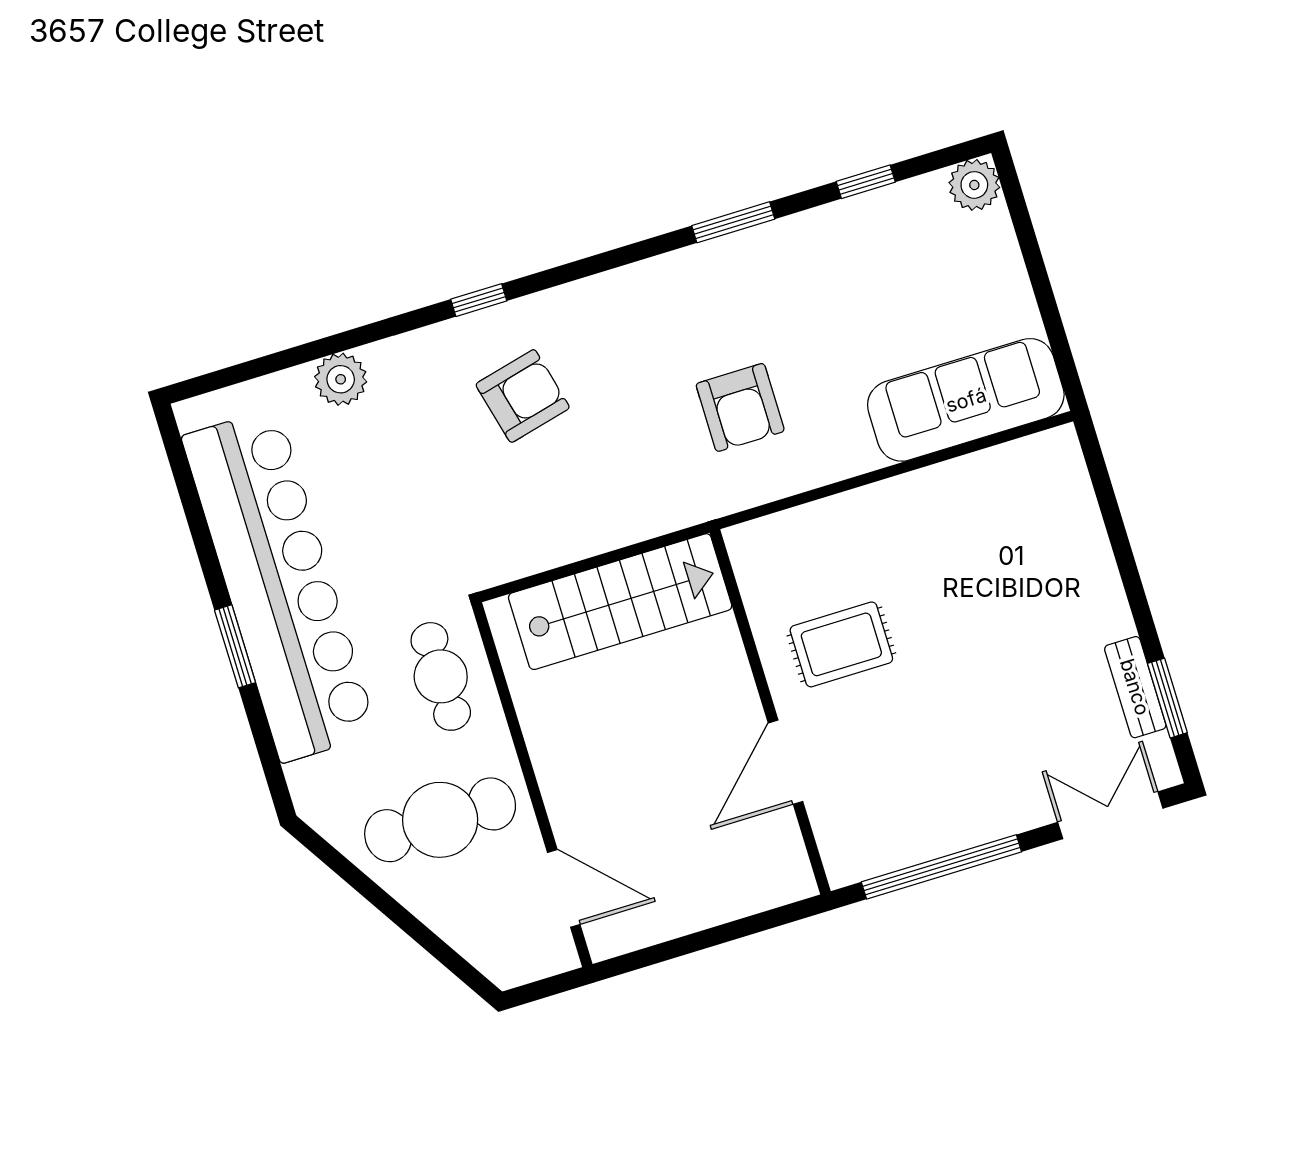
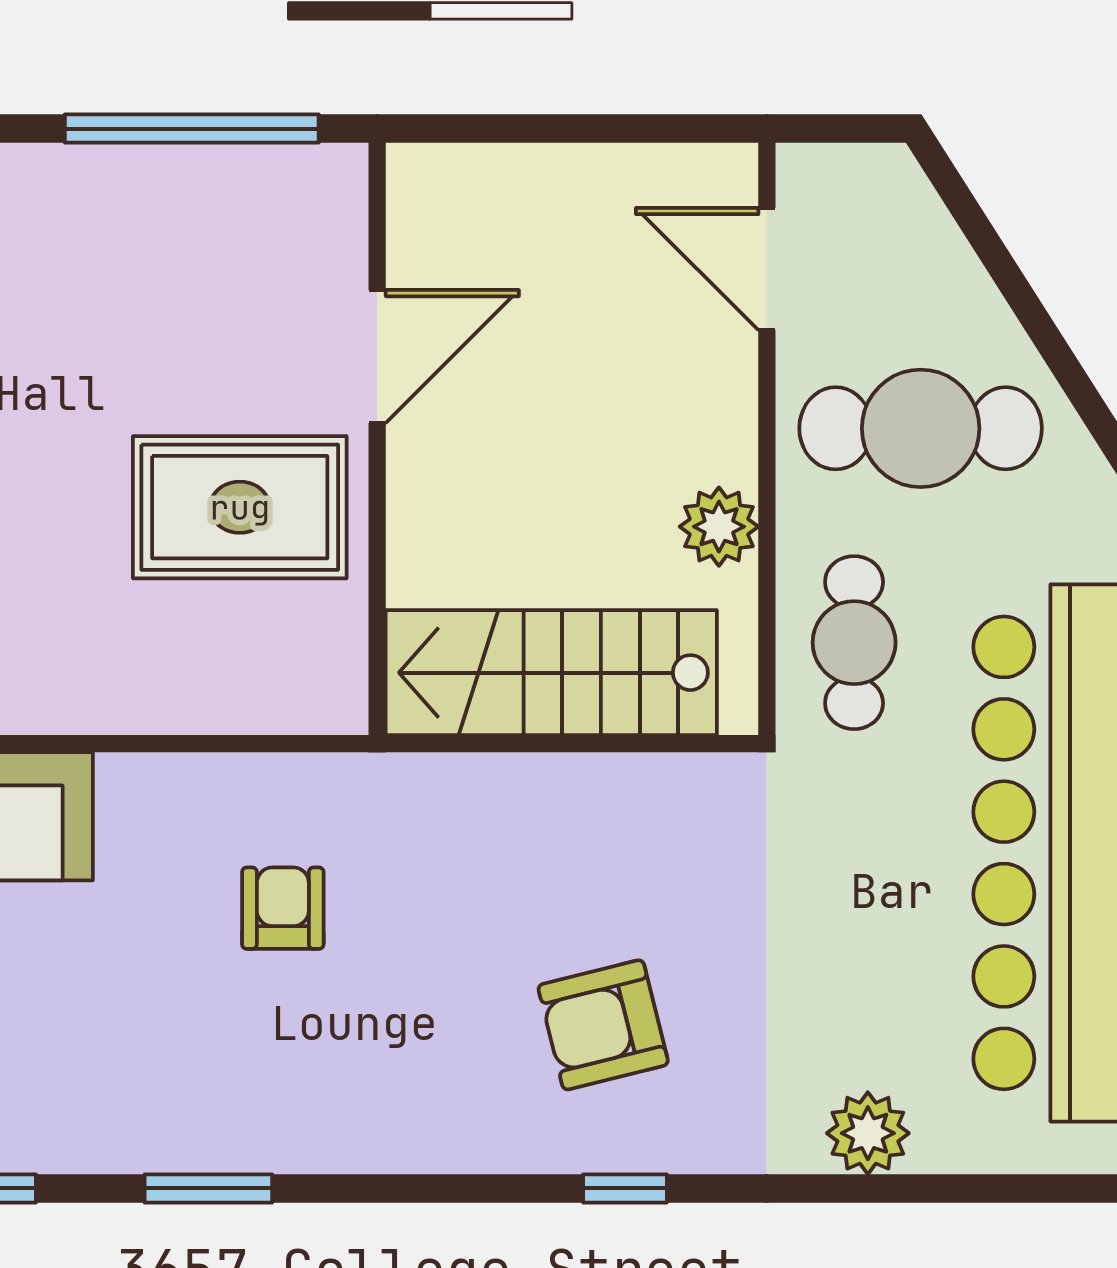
armchair: (740, 407) -> (283, 908), width x0.72, depth x0.72
rug: (841, 644) -> (240, 507), width x1.36, depth x1.43
plant: (545, 722) -> (719, 527), added

